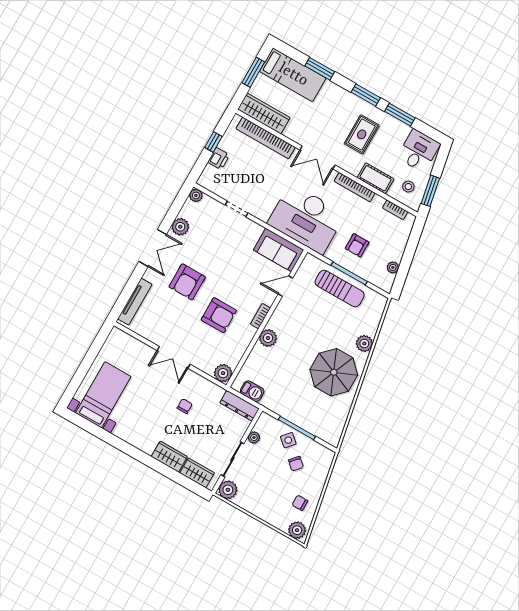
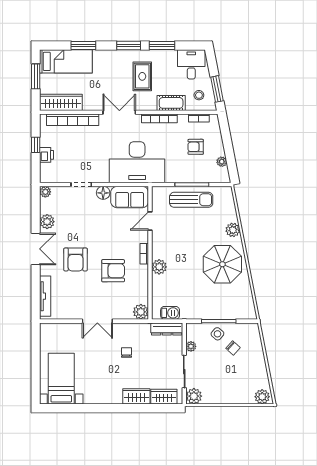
double door: (317, 157) -> (119, 112), swing flipped
floor lamp: (254, 230) -> (103, 193), added
armchair: (357, 245) -> (196, 147), moved, turned 90
chair: (300, 503) -> (253, 375), removed

